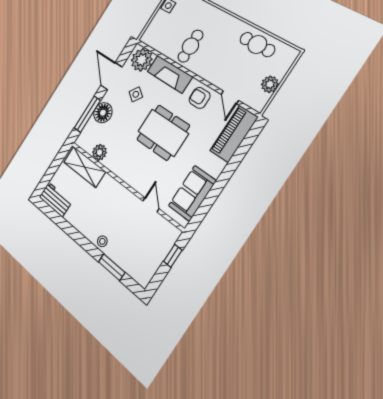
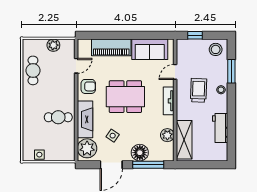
armchair: (200, 98) -> (88, 86), turned -90
dining table: (163, 133) -> (125, 97), turned 90
piano: (234, 134) -> (111, 47), moved
tv unit: (129, 177) -> (169, 101), added
workbench: (55, 199) -> (220, 128), moved
trolley: (117, 217) -> (199, 90), added
stool: (143, 267) -> (216, 49), added

